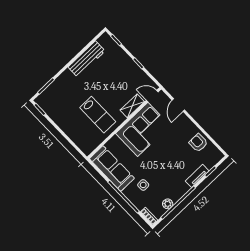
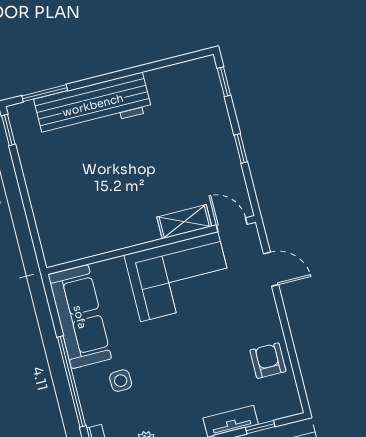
workbench: (87, 59) -> (93, 105), moved, width x1.36, depth x1.32
door: (178, 105) -> (271, 269), swing flipped
lab bench: (98, 115) -> (111, 201), removed

